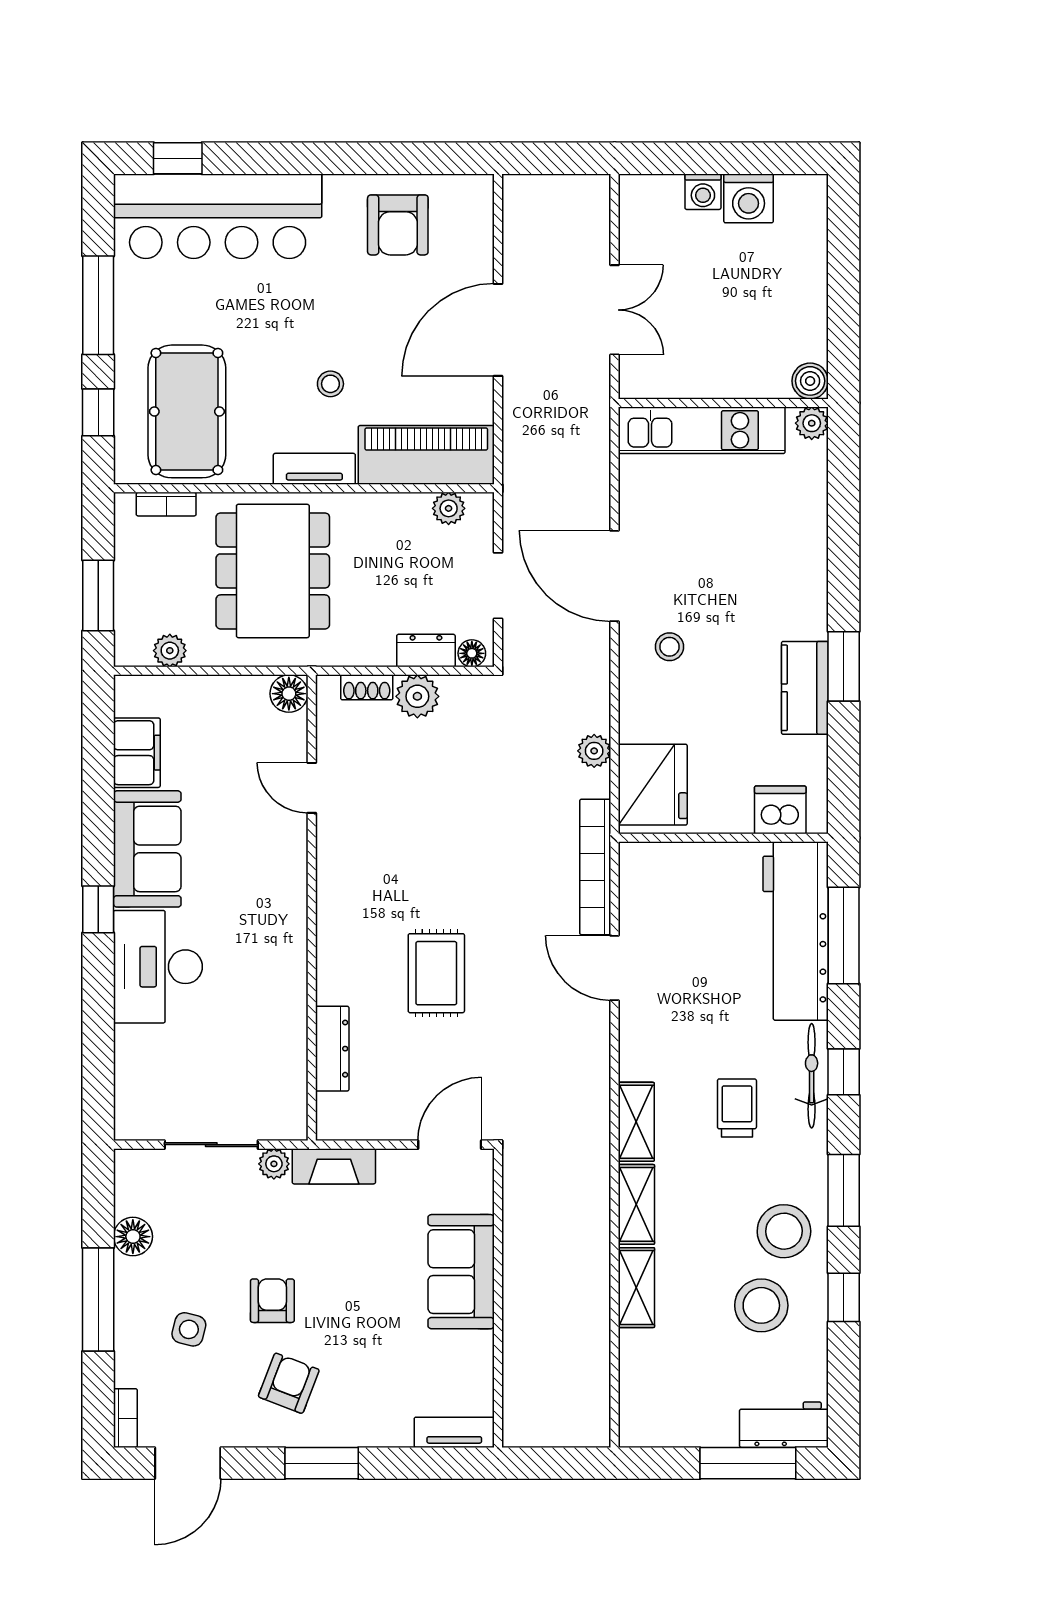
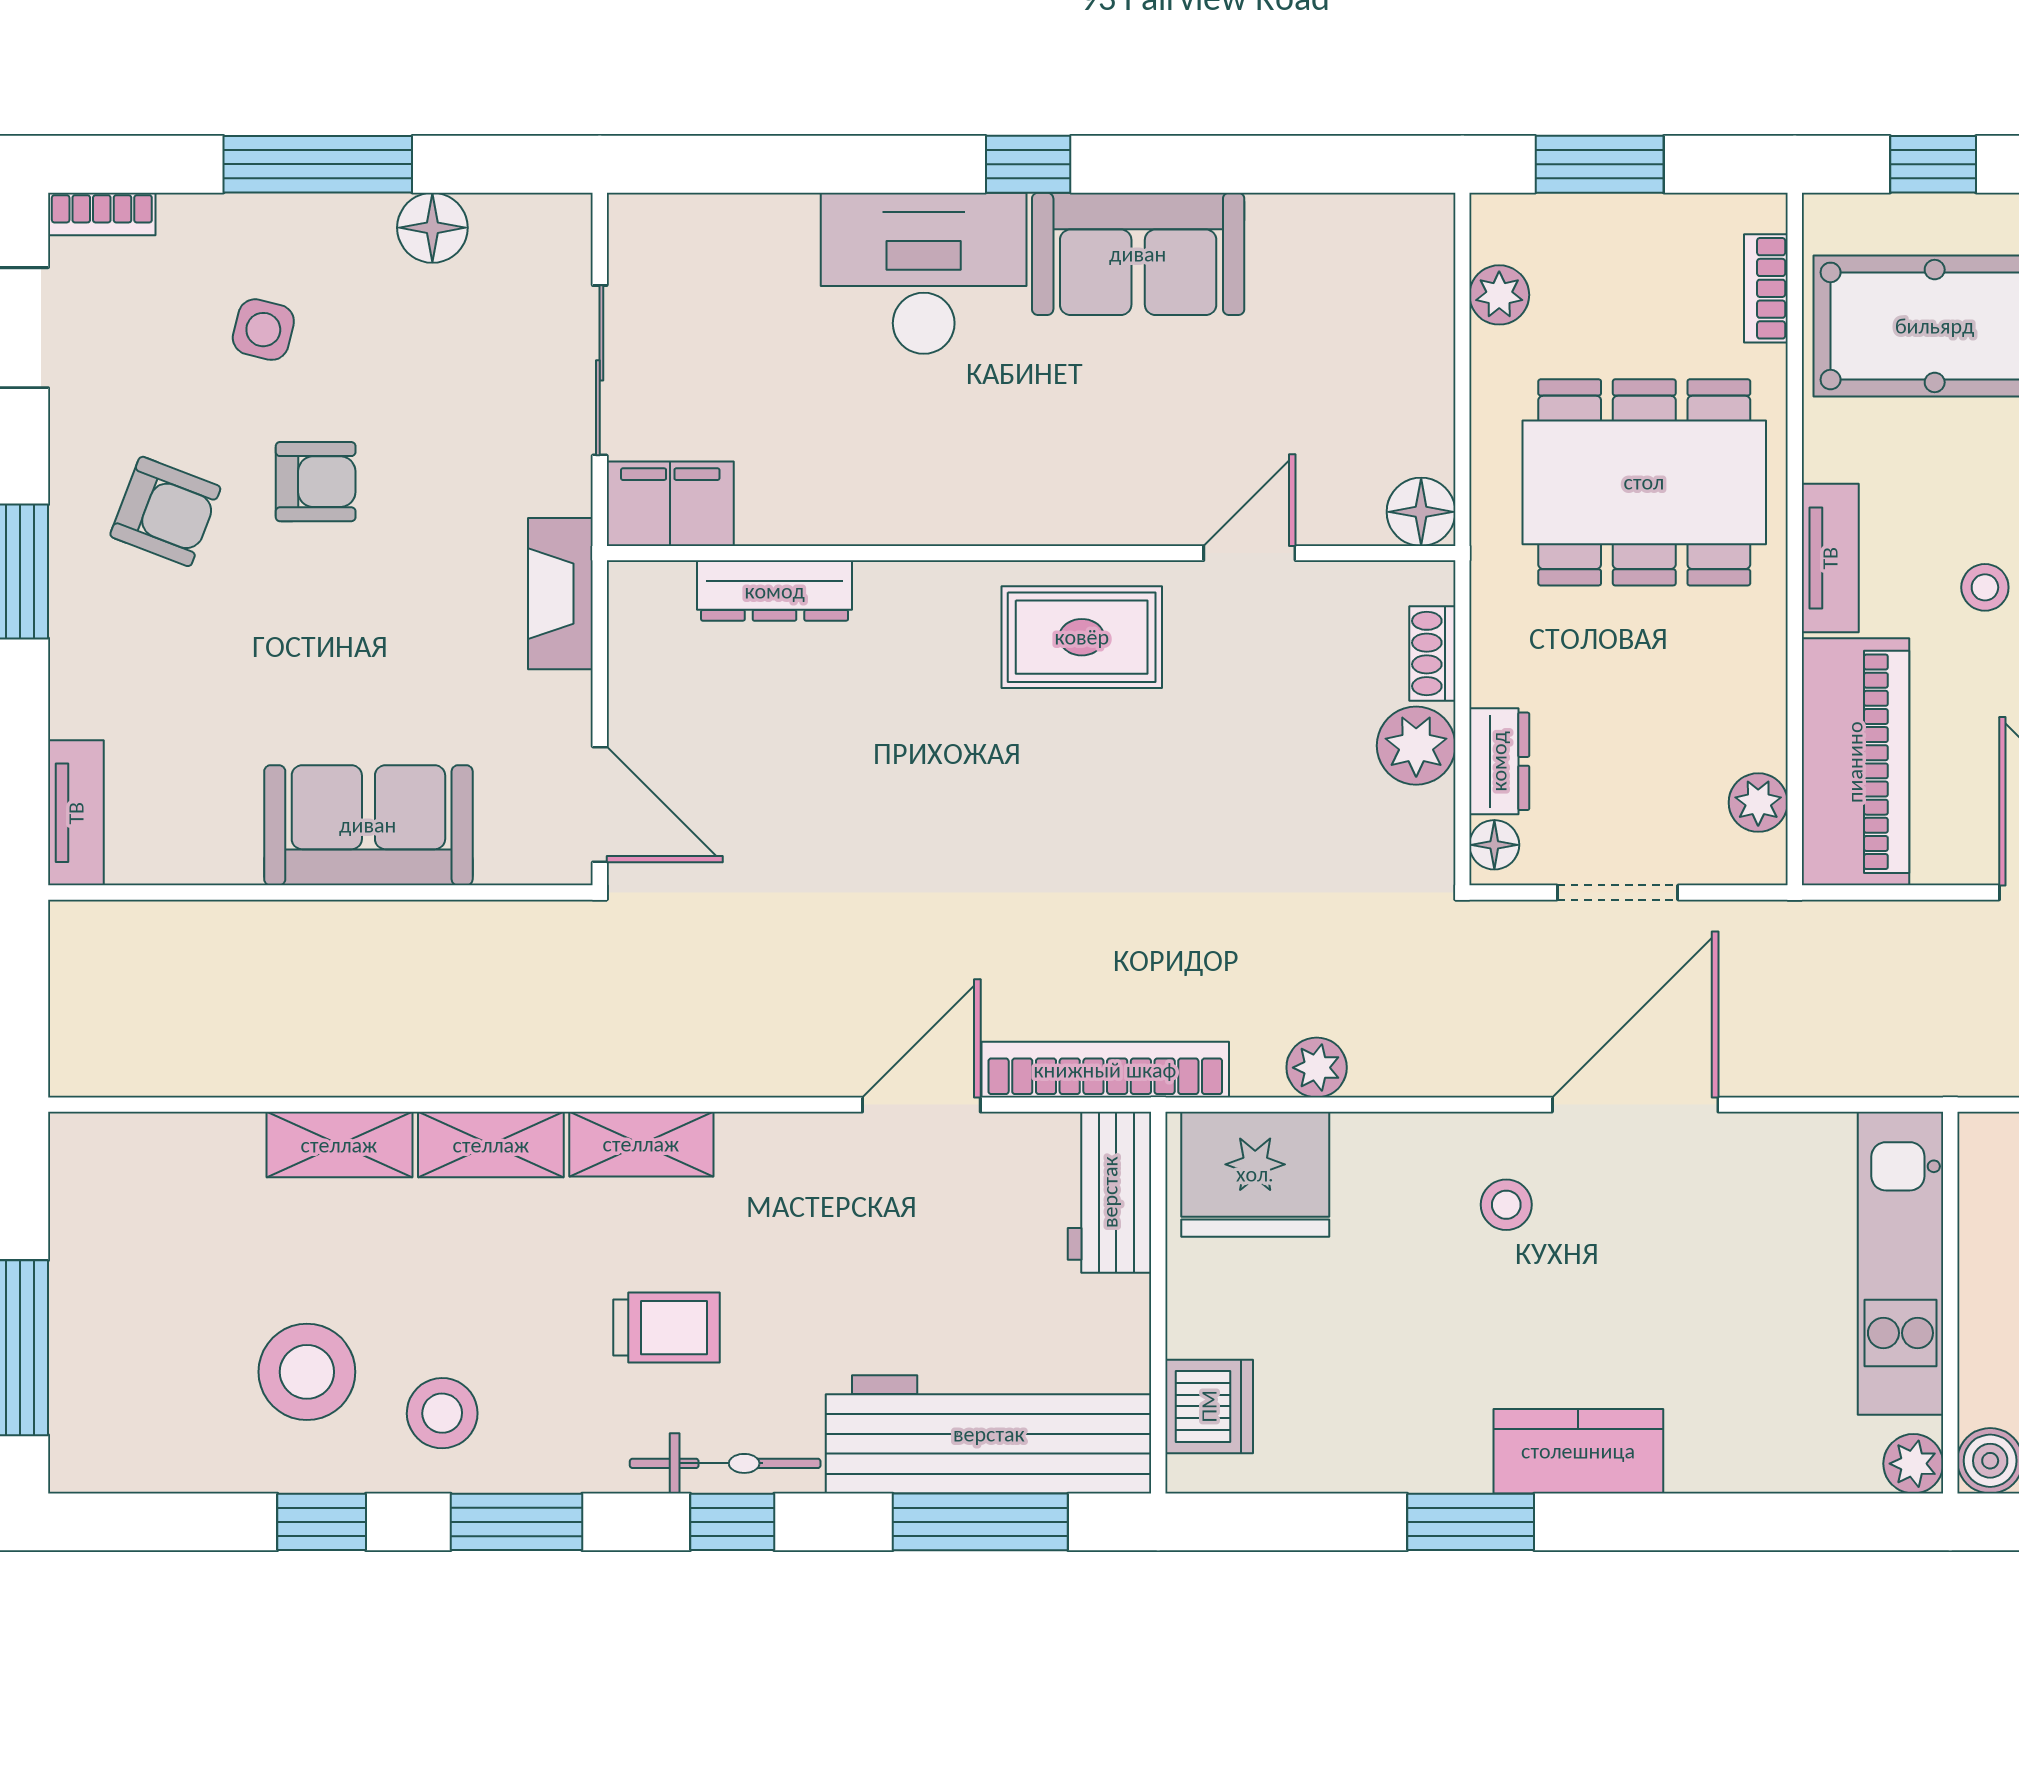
kitchen counter: (805, 688) -> (1578, 1451), moved
filing cabinet: (137, 753) -> (670, 504), moved, turned 180
rug: (436, 973) -> (1082, 637), moved
plant: (274, 1164) -> (565, 484), removed
stool: (784, 1231) -> (442, 1413), width x0.73, depth x0.73
workbench: (784, 1425) -> (1110, 1192), moved, turned 180

